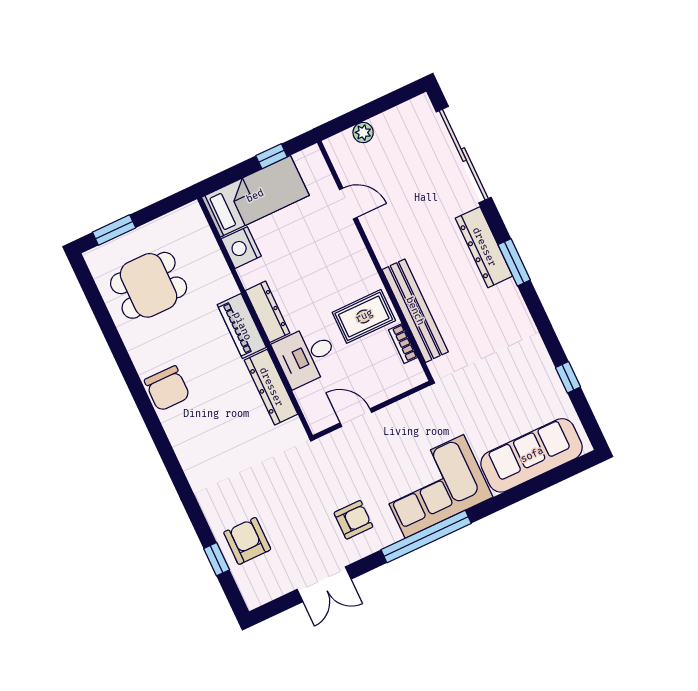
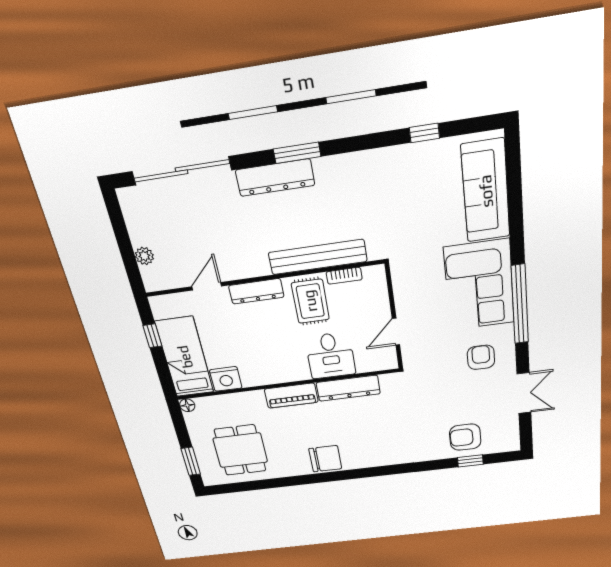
floor lamp: (193, 211) -> (187, 405), added
dresser: (268, 312) -> (256, 291), moved, turned 180

